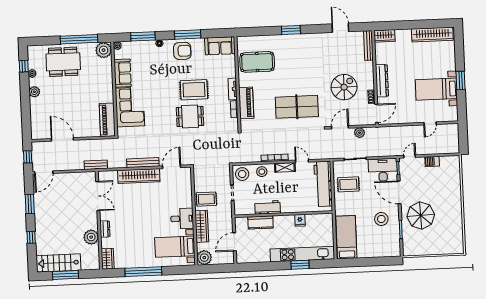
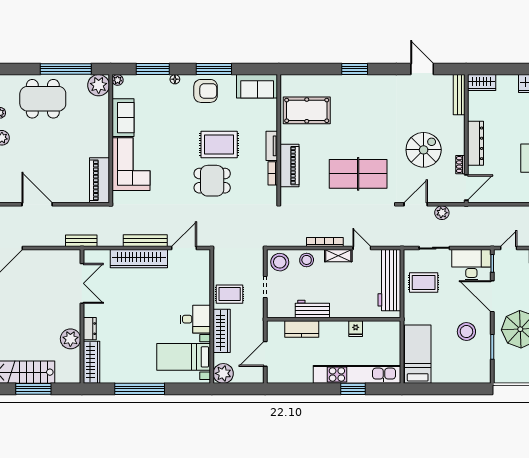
wardrobe: (108, 259) -> (92, 362), width x1.50

